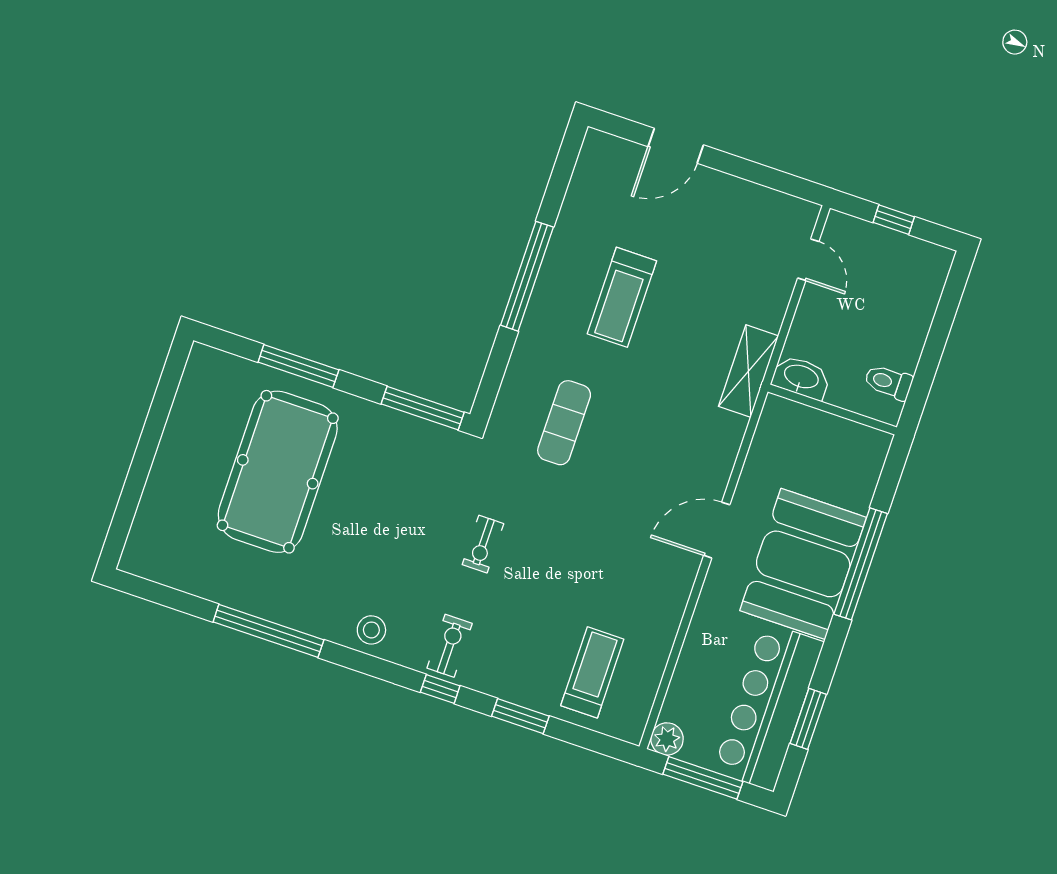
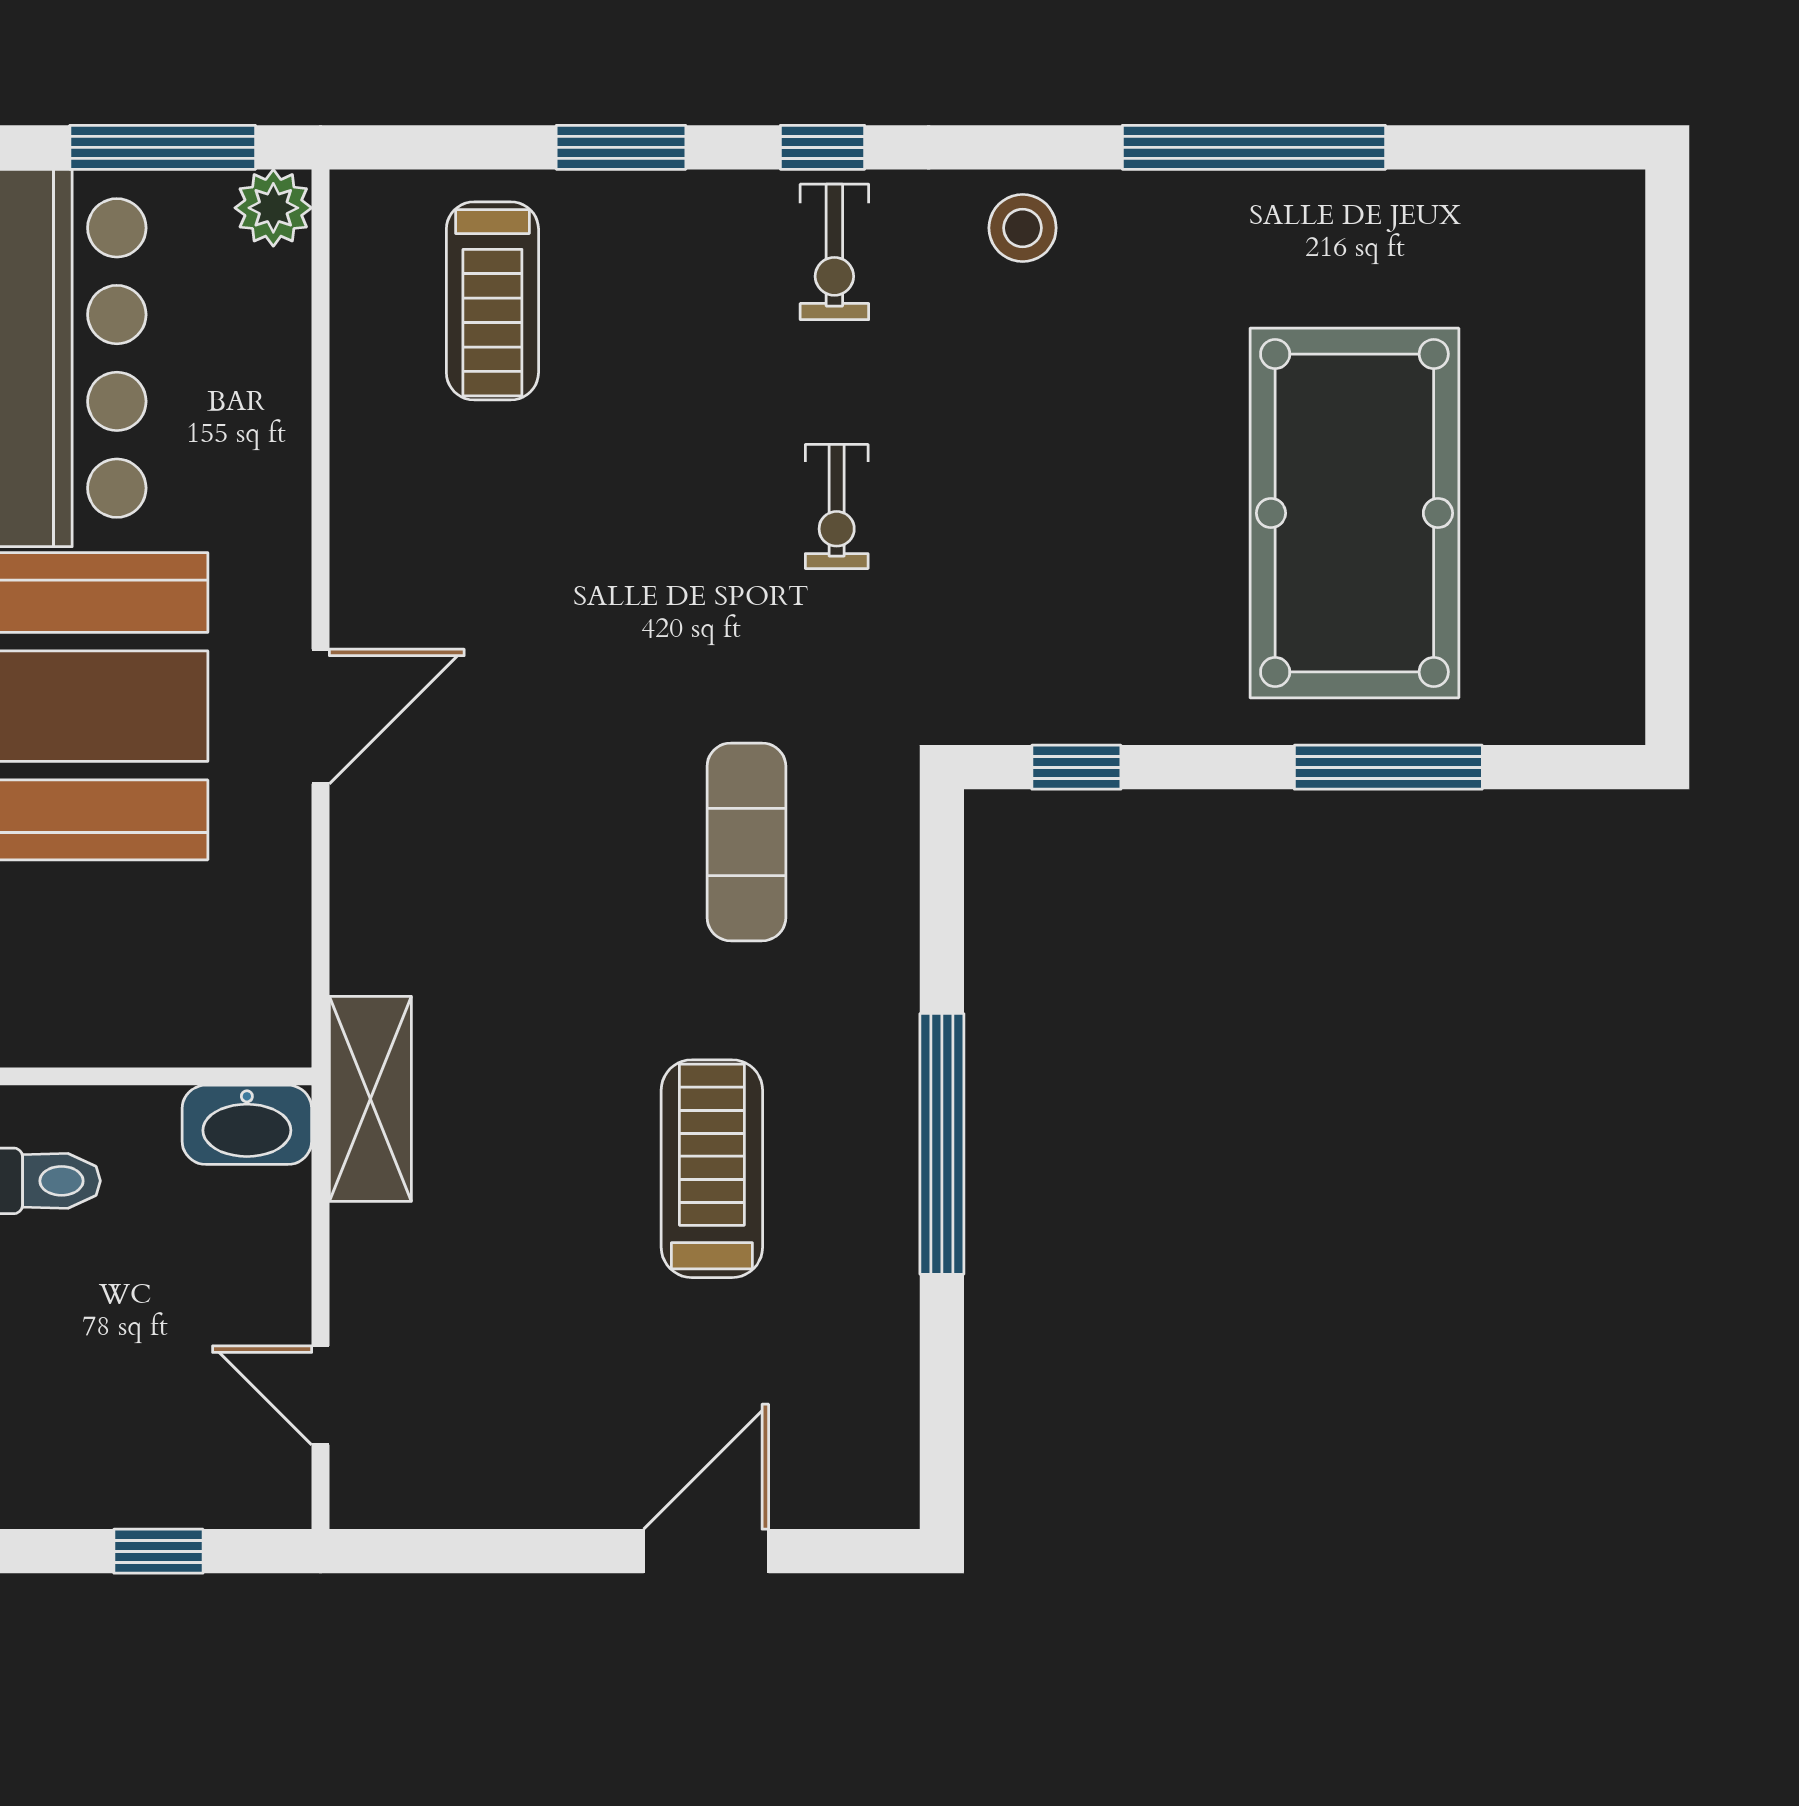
window: (423, 408) -> (1076, 767), width x0.46
exercise bike: (483, 544) -> (837, 506), turned 180

